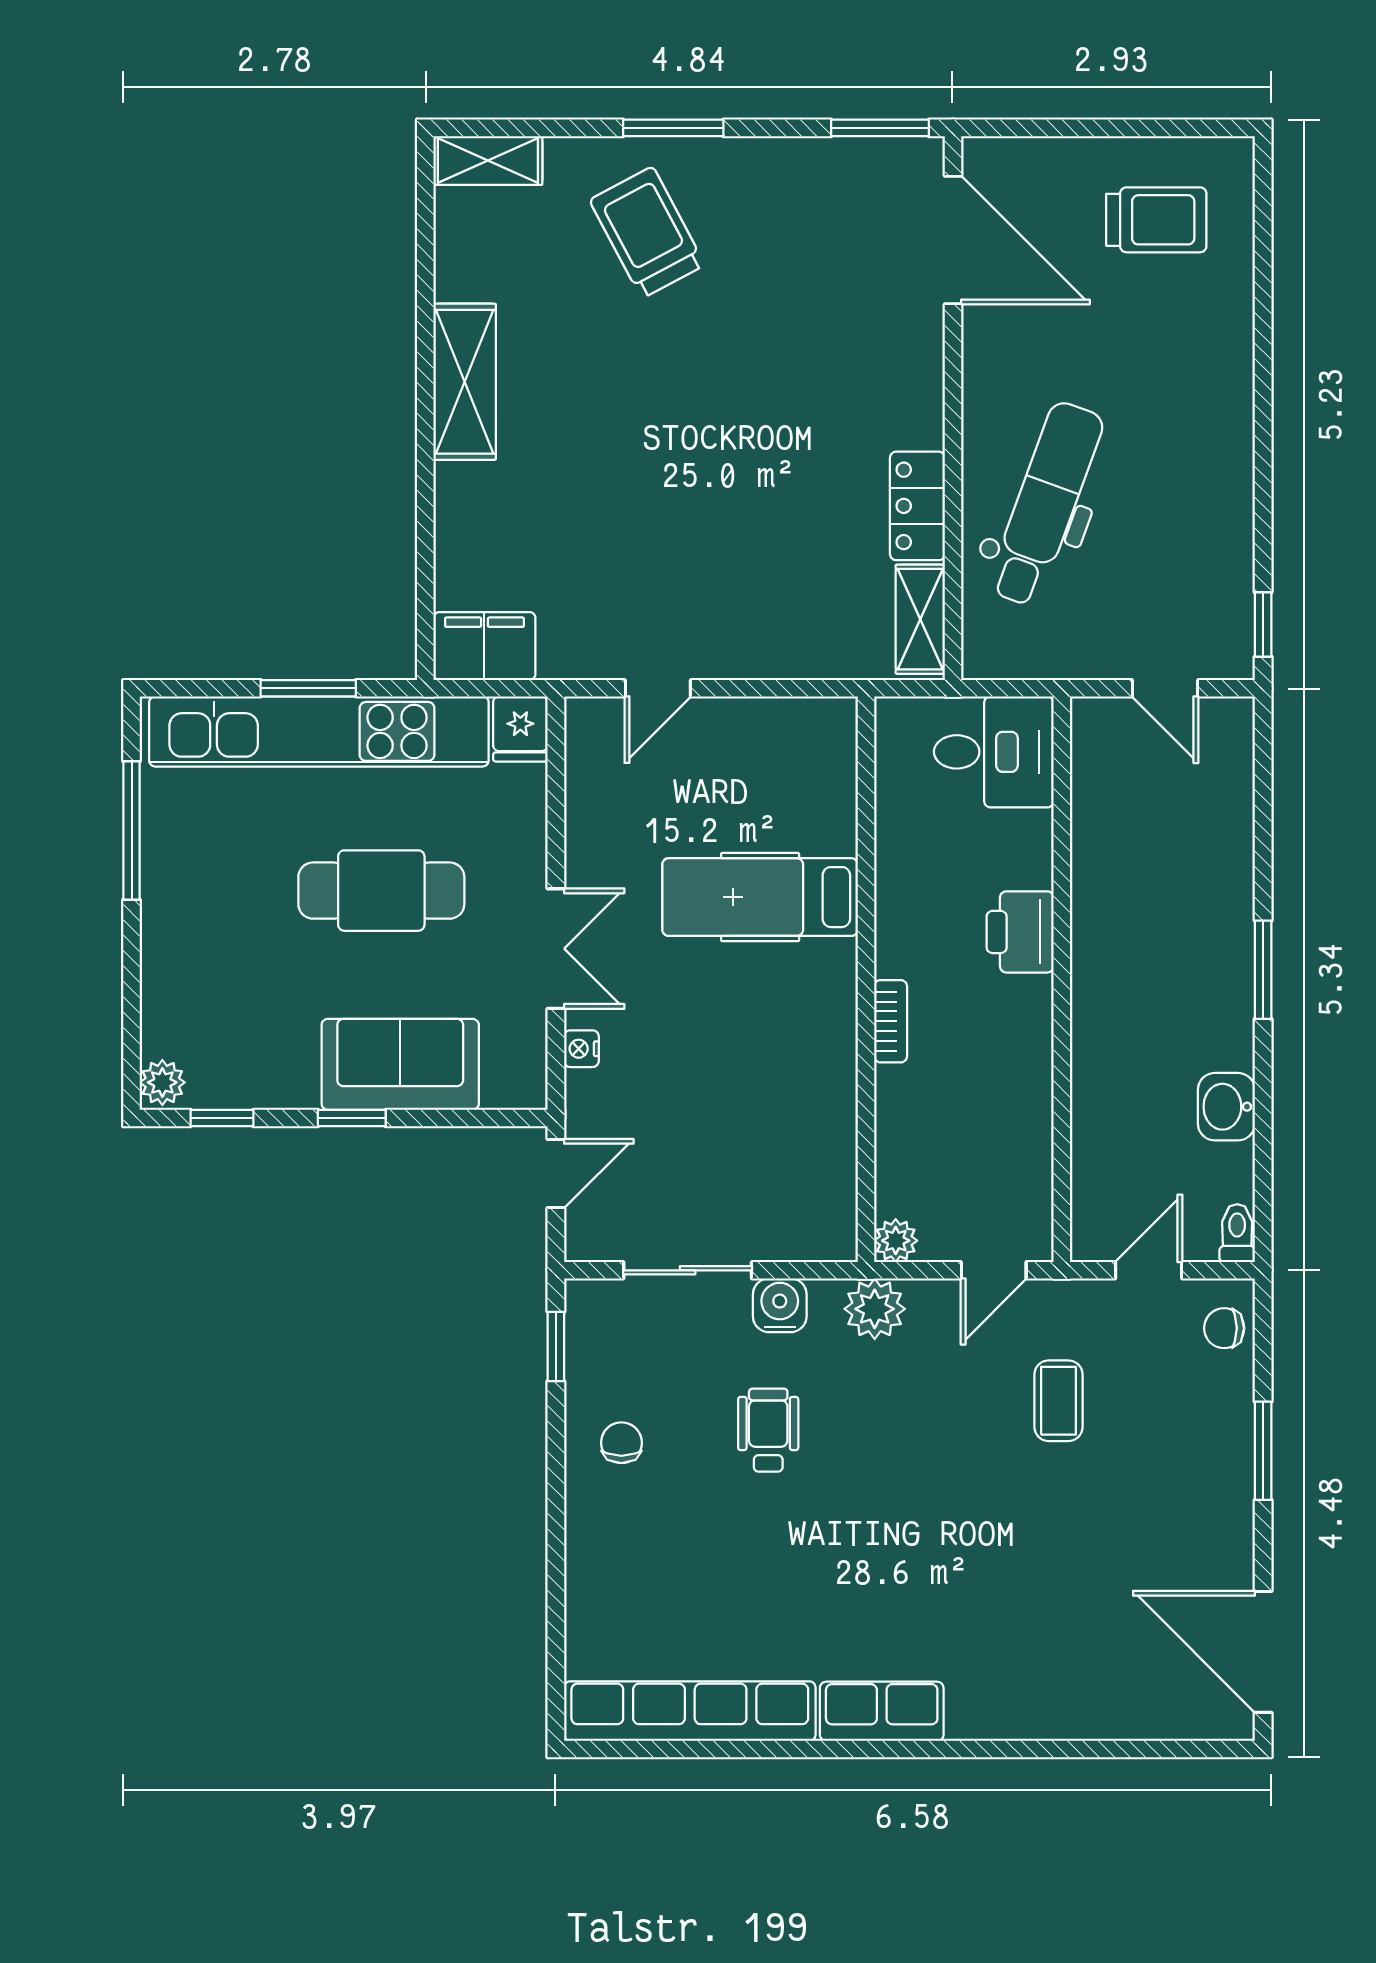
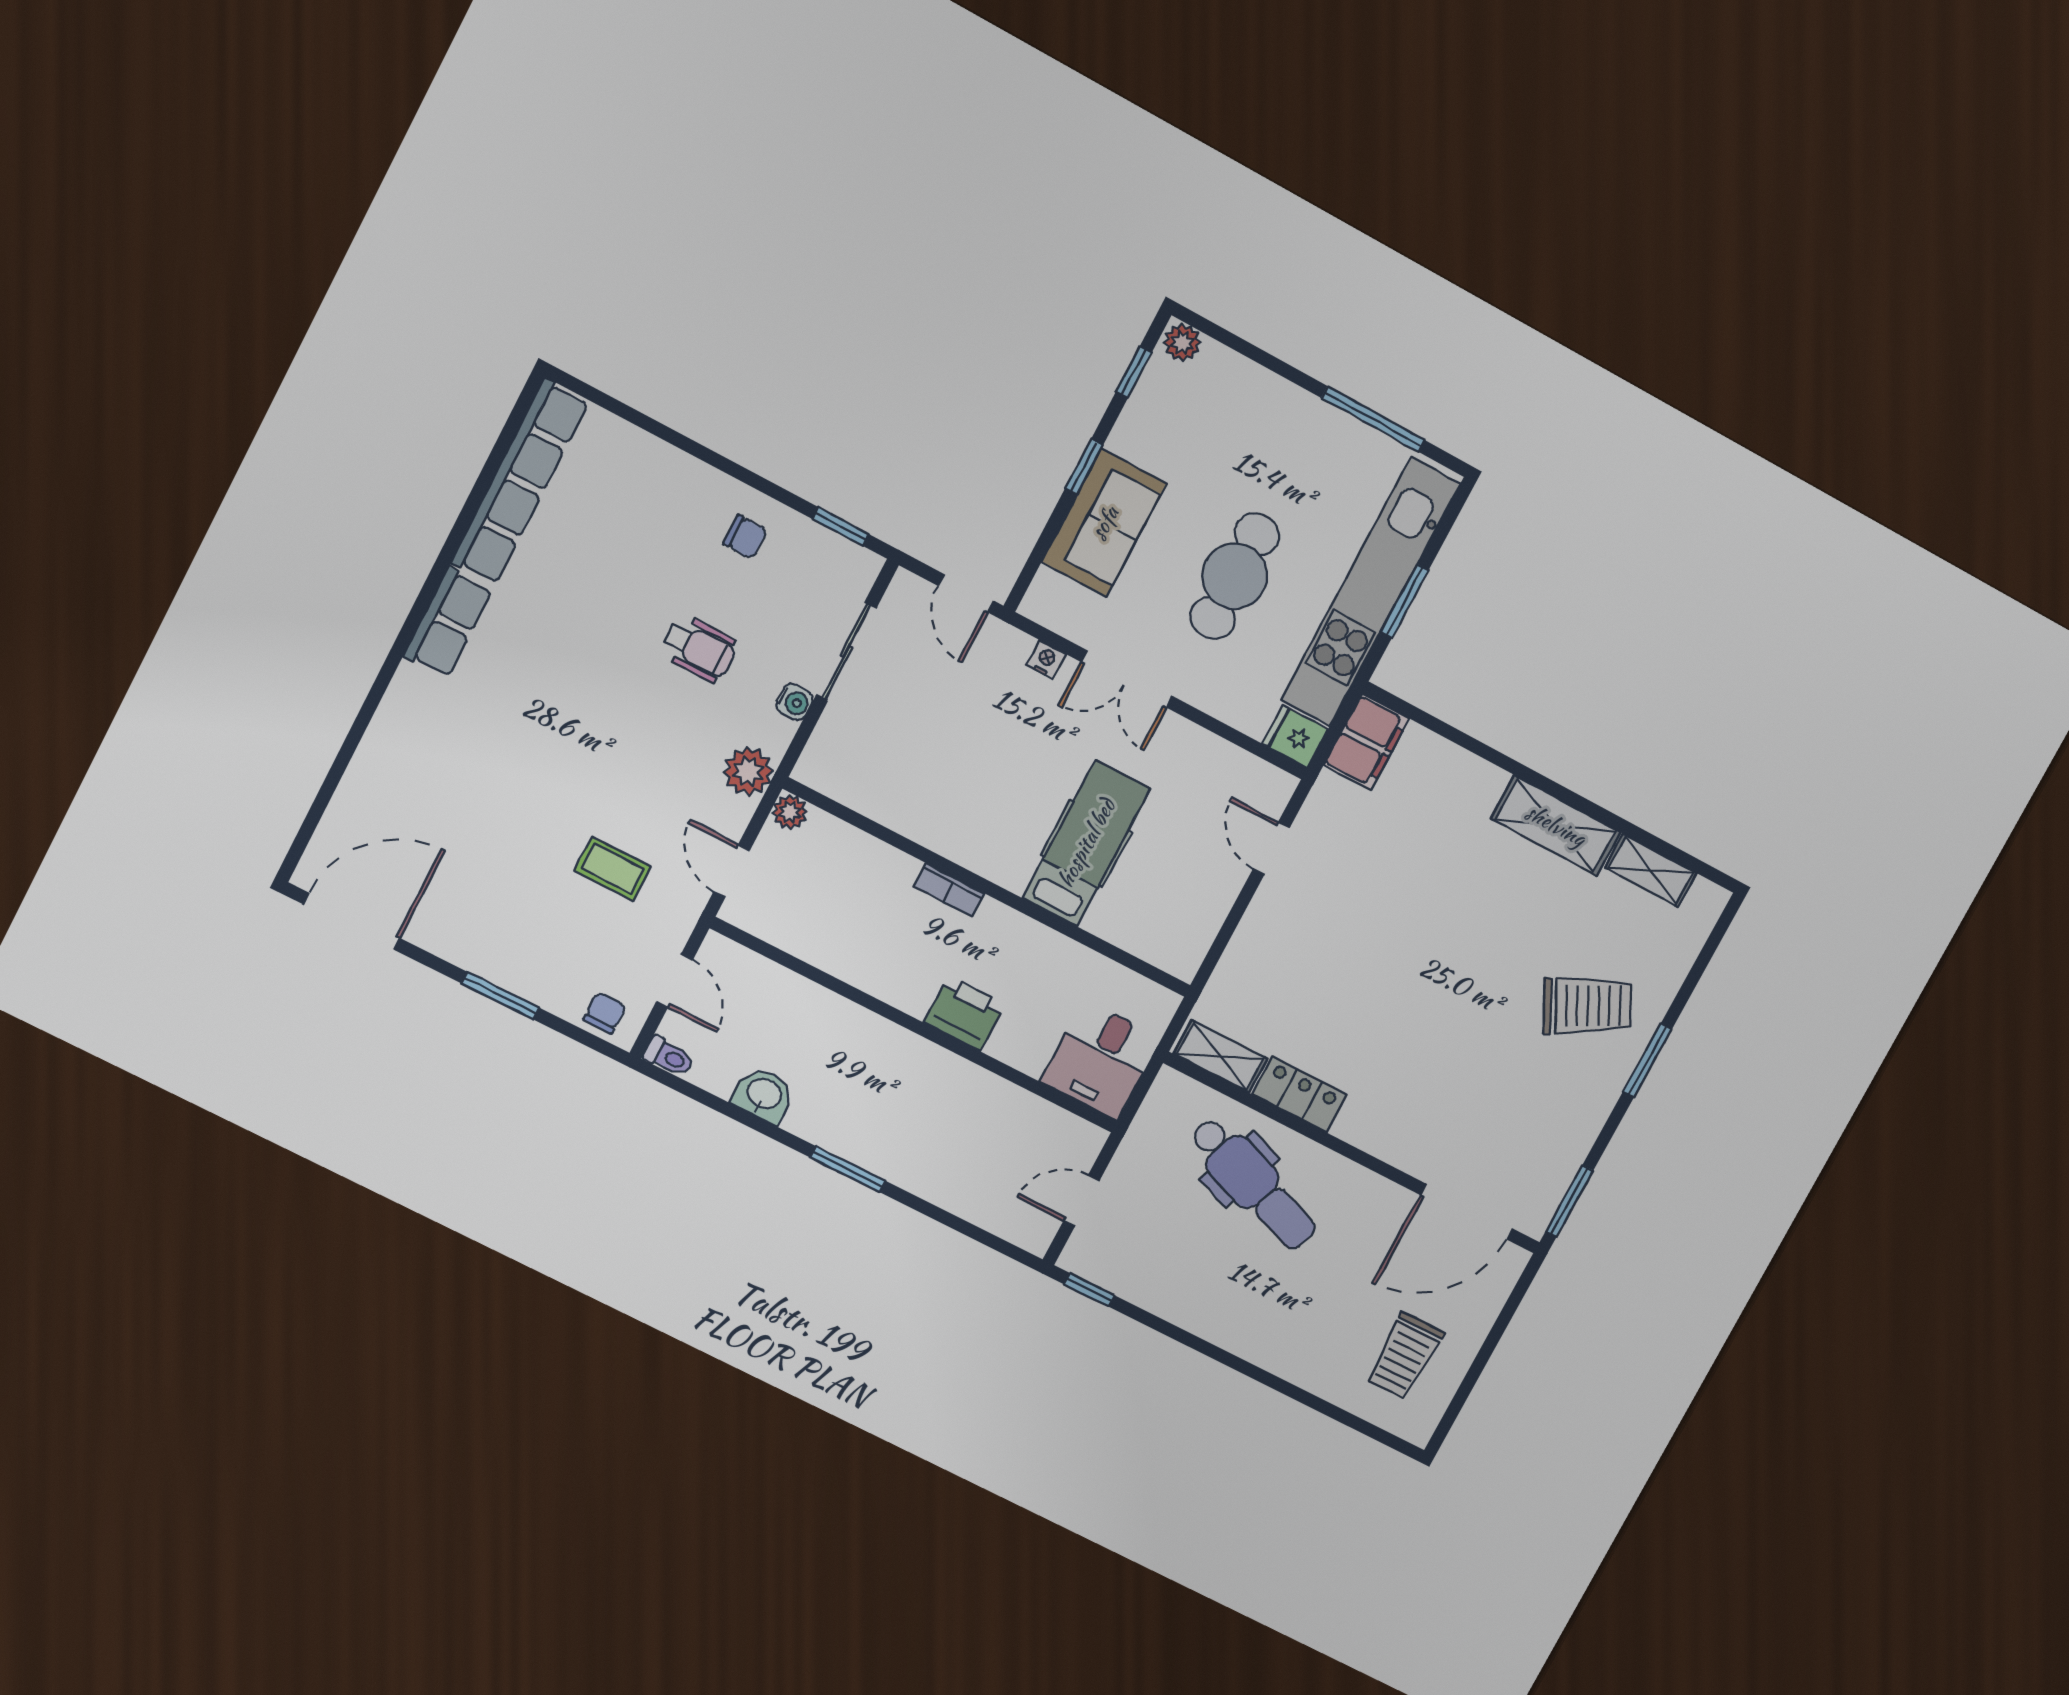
shelving: (488, 160) -> (1651, 870), moved, turned 90
water cooler: (780, 1305) -> (794, 702), width x0.72, depth x0.72

